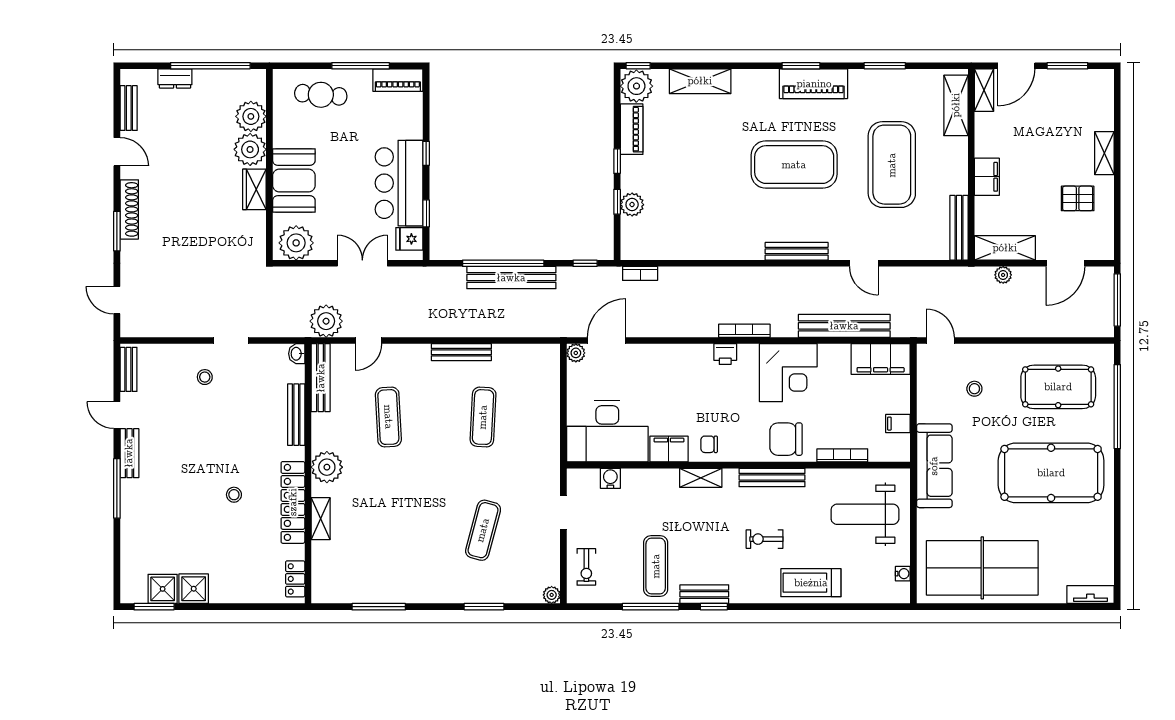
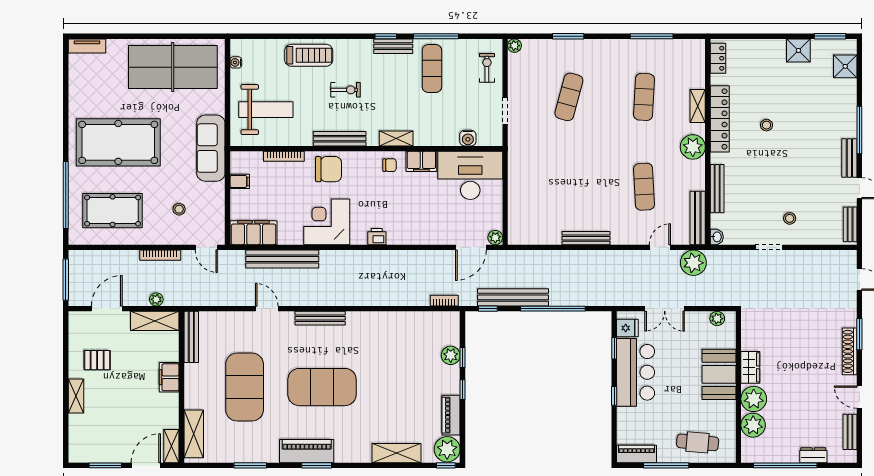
plant: (296, 243) -> (717, 319), width x0.53, depth x0.53
bench: (511, 278) -> (513, 297), moved
bookcase: (744, 331) -> (160, 255), moved
exercise mat: (483, 417) -> (644, 97), moved
shower: (163, 589) -> (845, 66), moved

